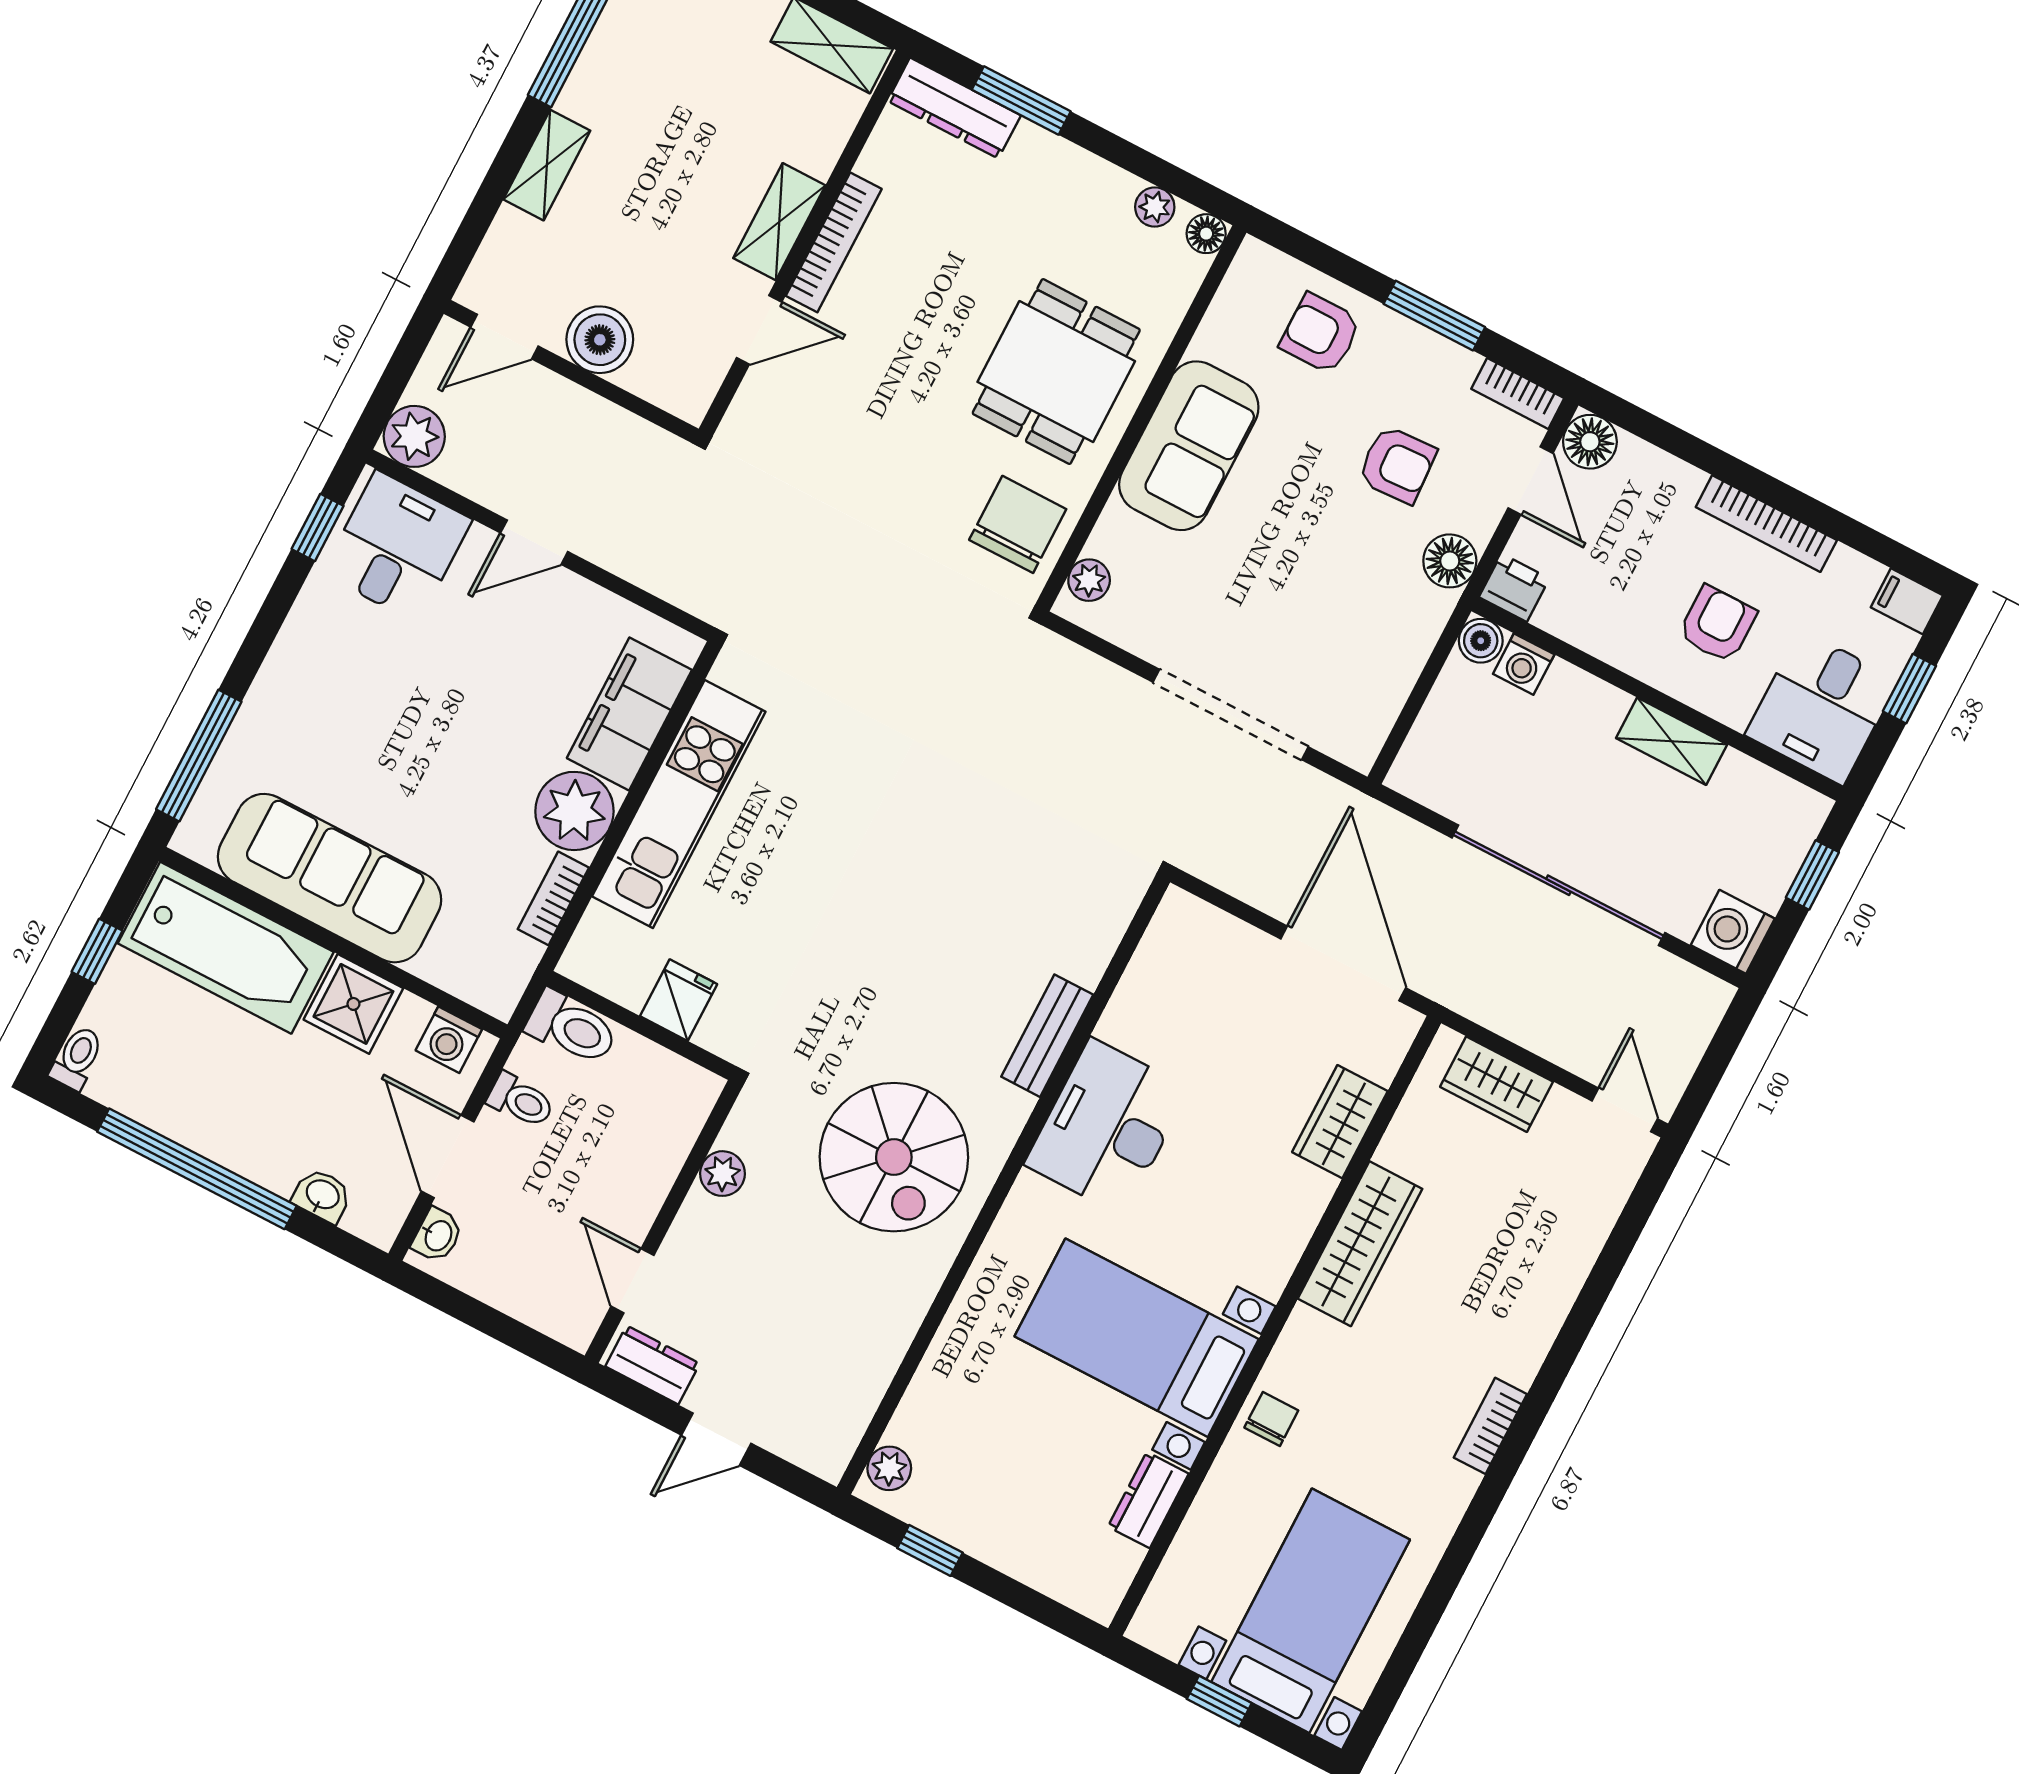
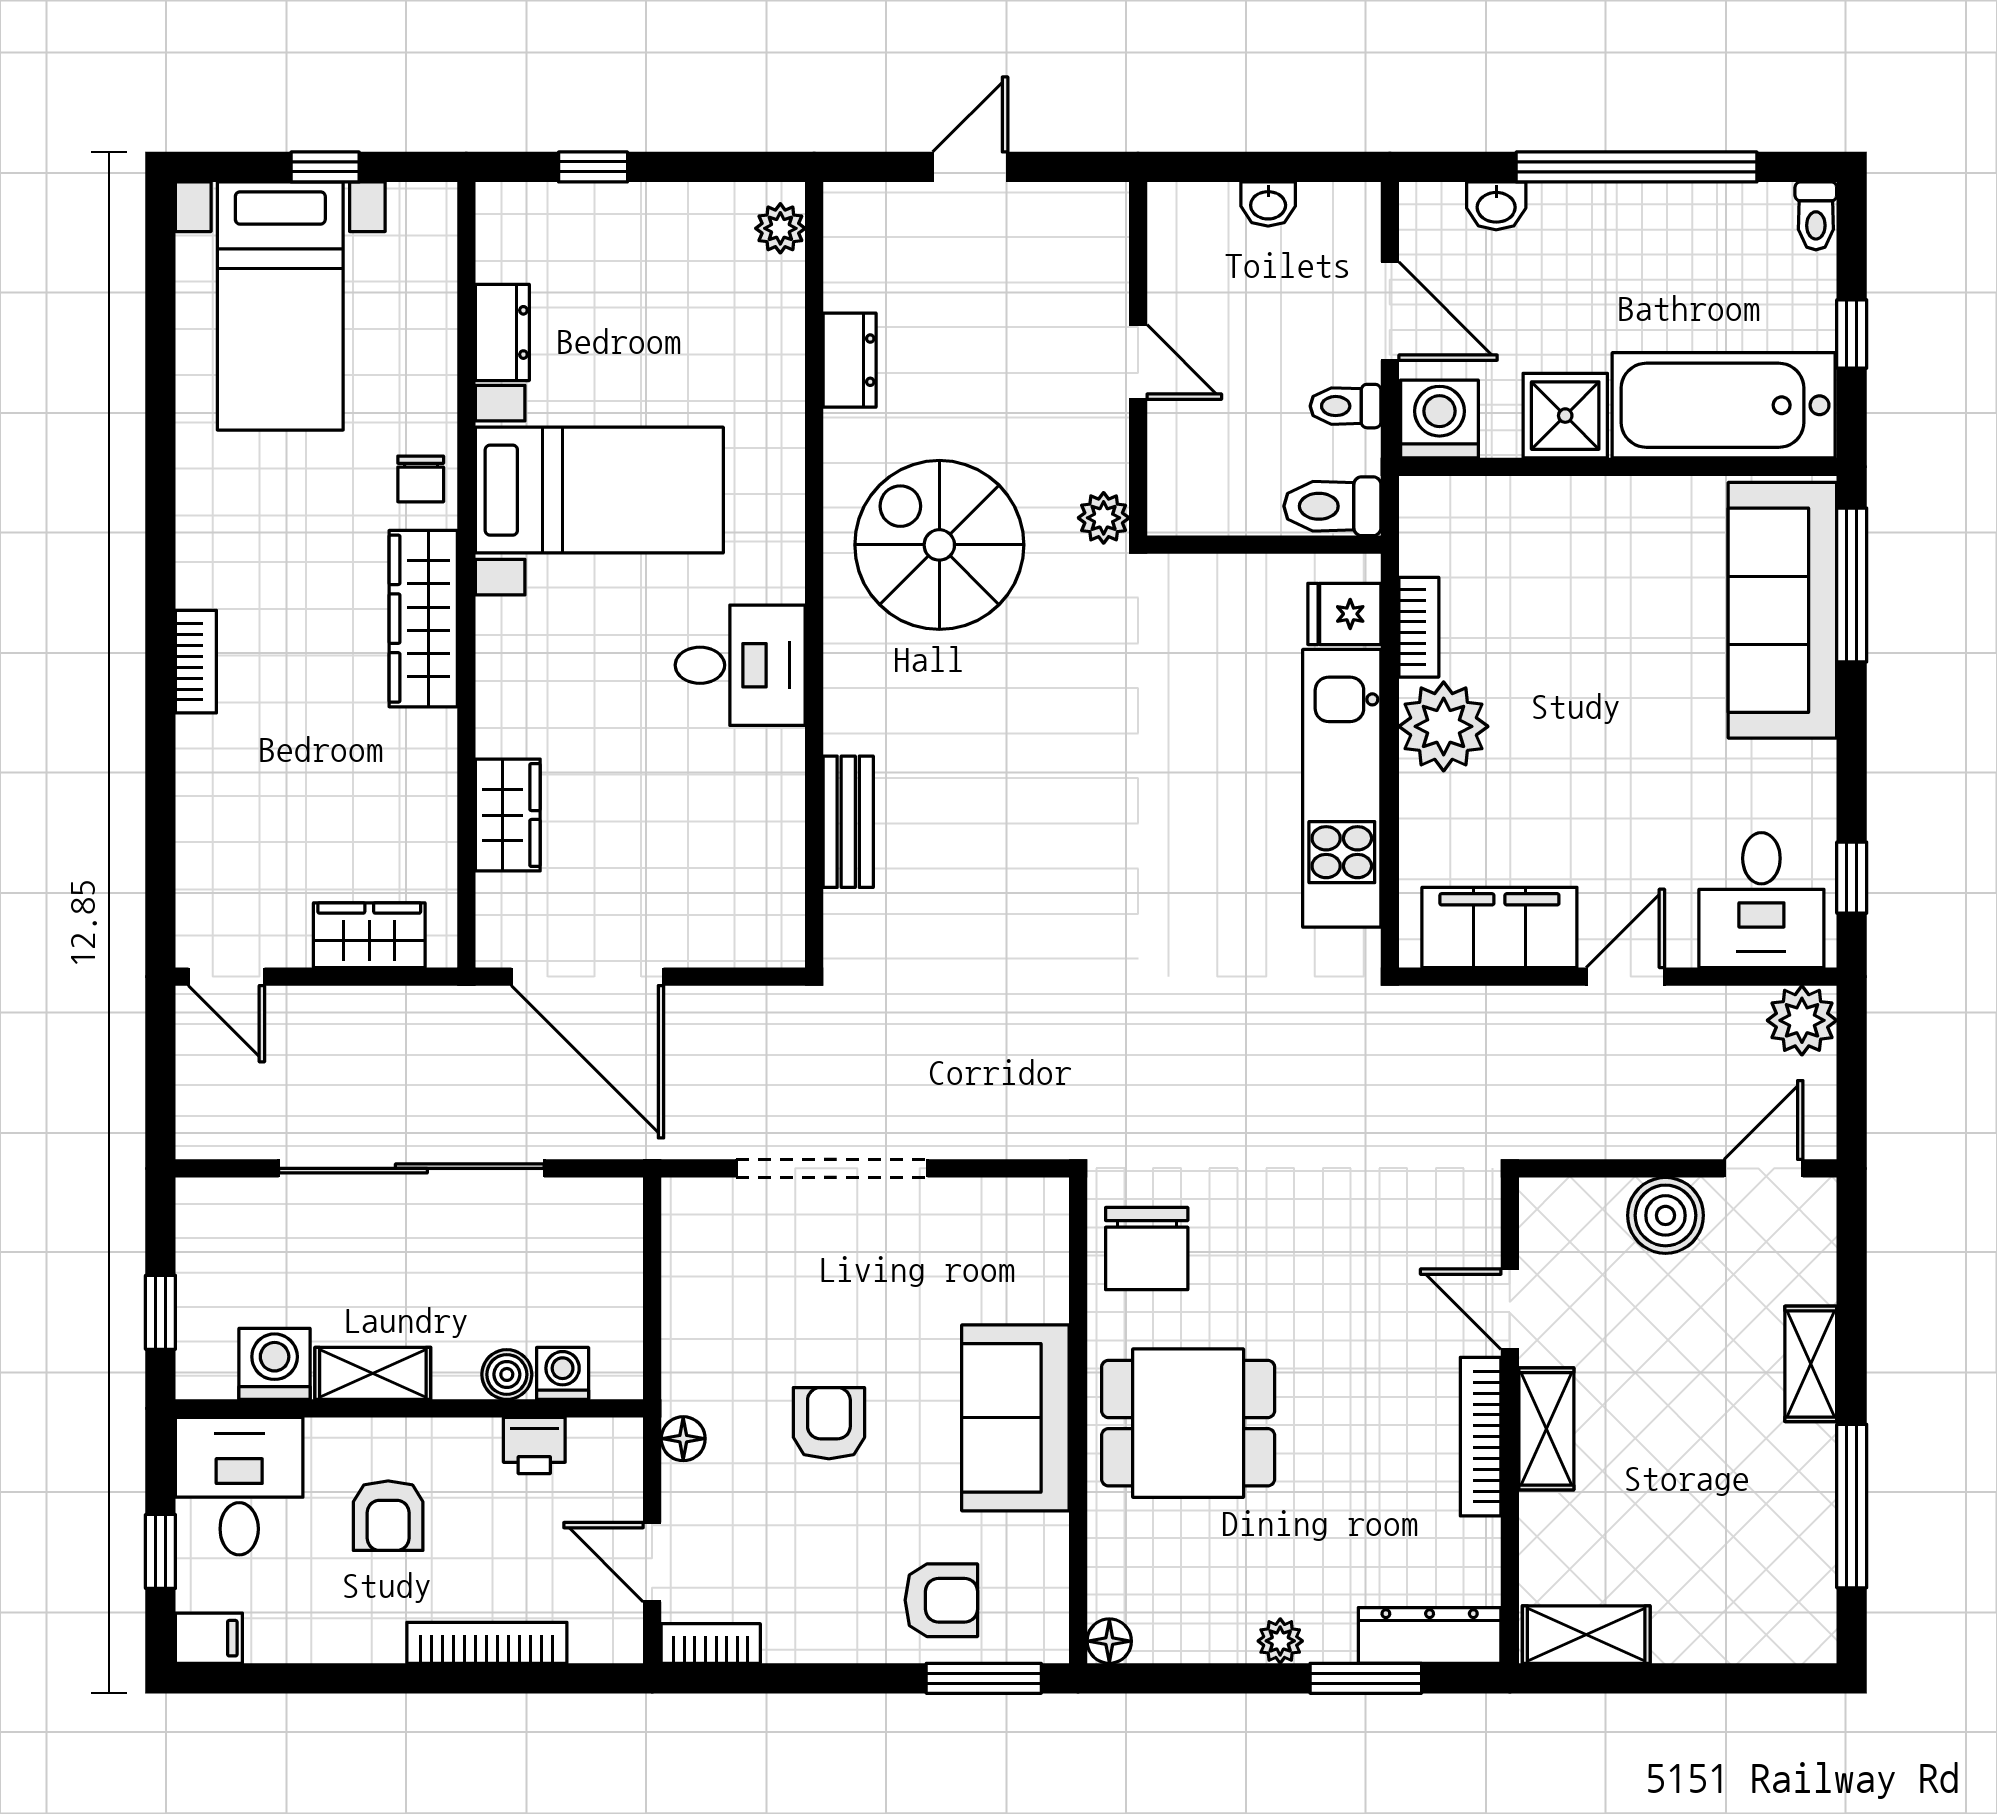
plant: (1155, 207) -> (1280, 1641), moved
window: (1434, 316) -> (984, 1678), moved
door: (759, 330) -> (1510, 1309), hinge flipped
dining table: (1056, 372) -> (1188, 1423), turned 90
floor lamp: (1590, 442) -> (613, 1633), removed
armchair: (1397, 465) -> (829, 1423), moved, turned 93
bookcase: (1766, 524) -> (487, 1643), moved
floor lamp: (1450, 561) -> (683, 1439), width x0.73, depth x0.73
plant: (1089, 580) -> (1045, 1230), removed
printer: (1514, 588) -> (534, 1445), moved
boiler: (1481, 641) -> (507, 1374), moved
filing cabinet: (629, 714) -> (1499, 927), moved, turned -90
sofa: (330, 878) -> (1782, 610), moved, turned 90
washing machine: (1733, 932) -> (275, 1364), moved, turned -90
fridge: (679, 1000) -> (1344, 614), moved, turned 90
bench: (1047, 1036) -> (848, 822), moved
washing machine: (449, 1040) -> (1439, 419), width x1.38, depth x1.38
desk: (1107, 1127) -> (740, 665), width x0.73
plant: (722, 1174) -> (1104, 518), moved
washbasin: (437, 1235) -> (1268, 204), moved, turned -90
wardrobe: (1360, 1244) -> (423, 619), moved
door: (633, 1281) -> (1138, 362), moved
dresser: (653, 1365) -> (850, 360), moved, turned -90
bookcase: (1490, 1426) -> (196, 662), moved
window: (930, 1550) -> (593, 167), moved

